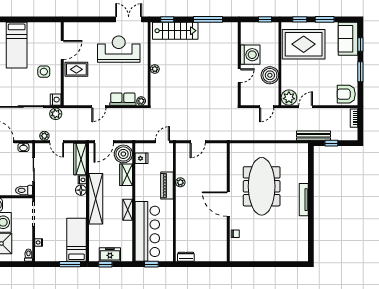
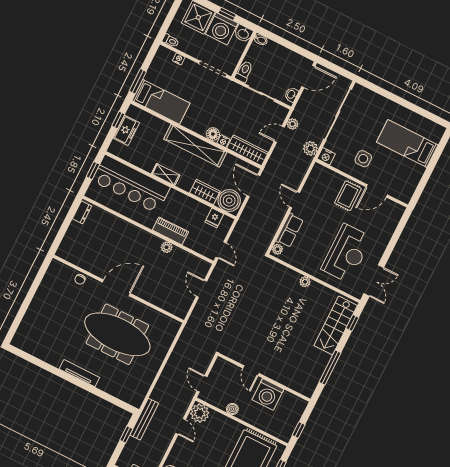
door: (62, 50) -> (377, 191), hinge flipped
boiler: (270, 75) -> (232, 409), width x0.54, depth x0.54

